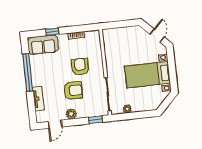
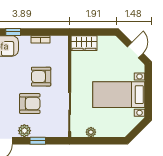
wardrobe: (113, 34) -> (84, 43), added
armchair: (80, 67) -> (41, 77), turned -90
window: (96, 120) -> (38, 141), moved

